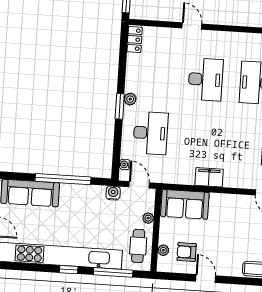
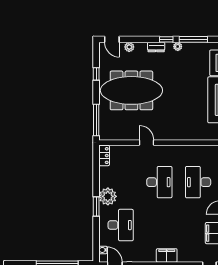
plant: (130, 99) -> (108, 196), width x1.87, depth x1.87

